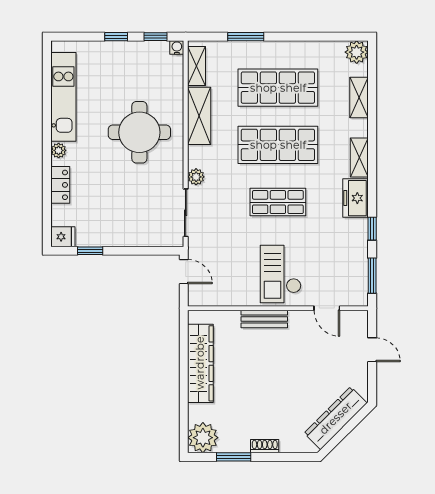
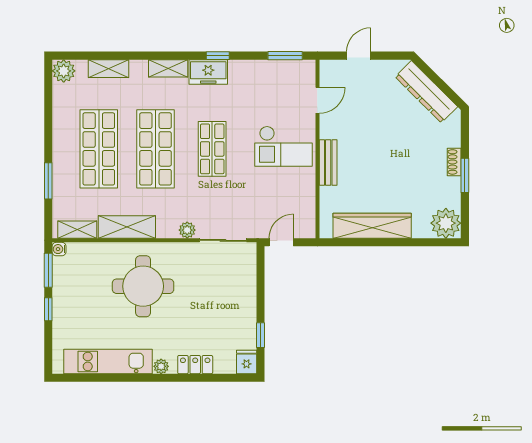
window: (155, 37) -> (48, 270), width x1.50
window: (372, 229) -> (218, 56), moved
window: (234, 457) -> (465, 175), moved

